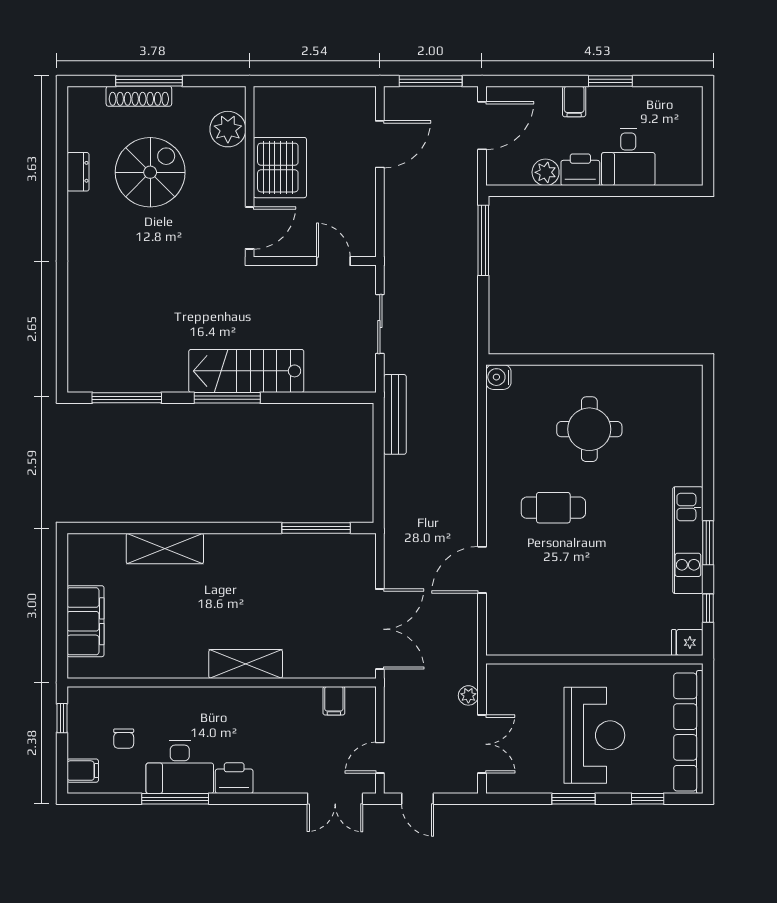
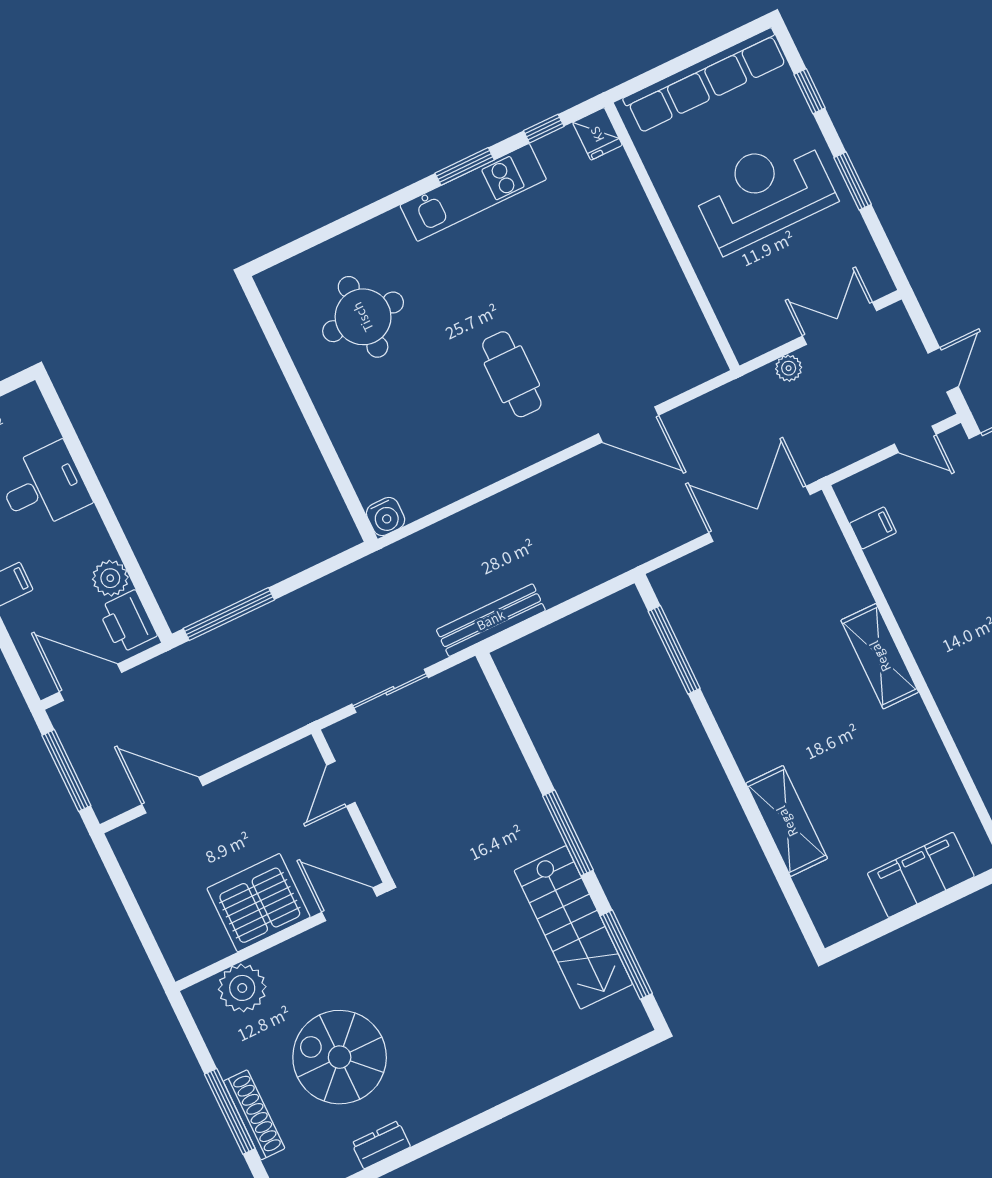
printer: (580, 170) -> (127, 622), moved
stairs: (246, 371) -> (573, 927), moved
round table: (589, 429) -> (363, 317), moved

